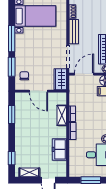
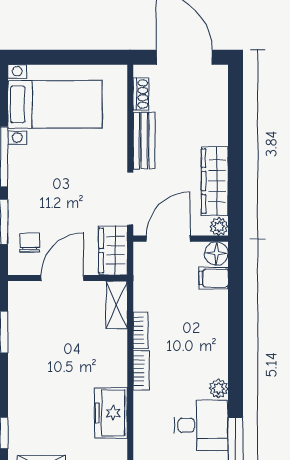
door: (38, 91) -> (62, 278), swing flipped
shelving: (62, 115) -> (117, 305), moved

